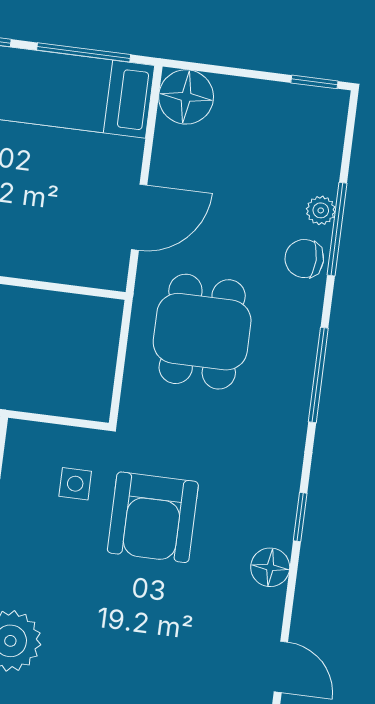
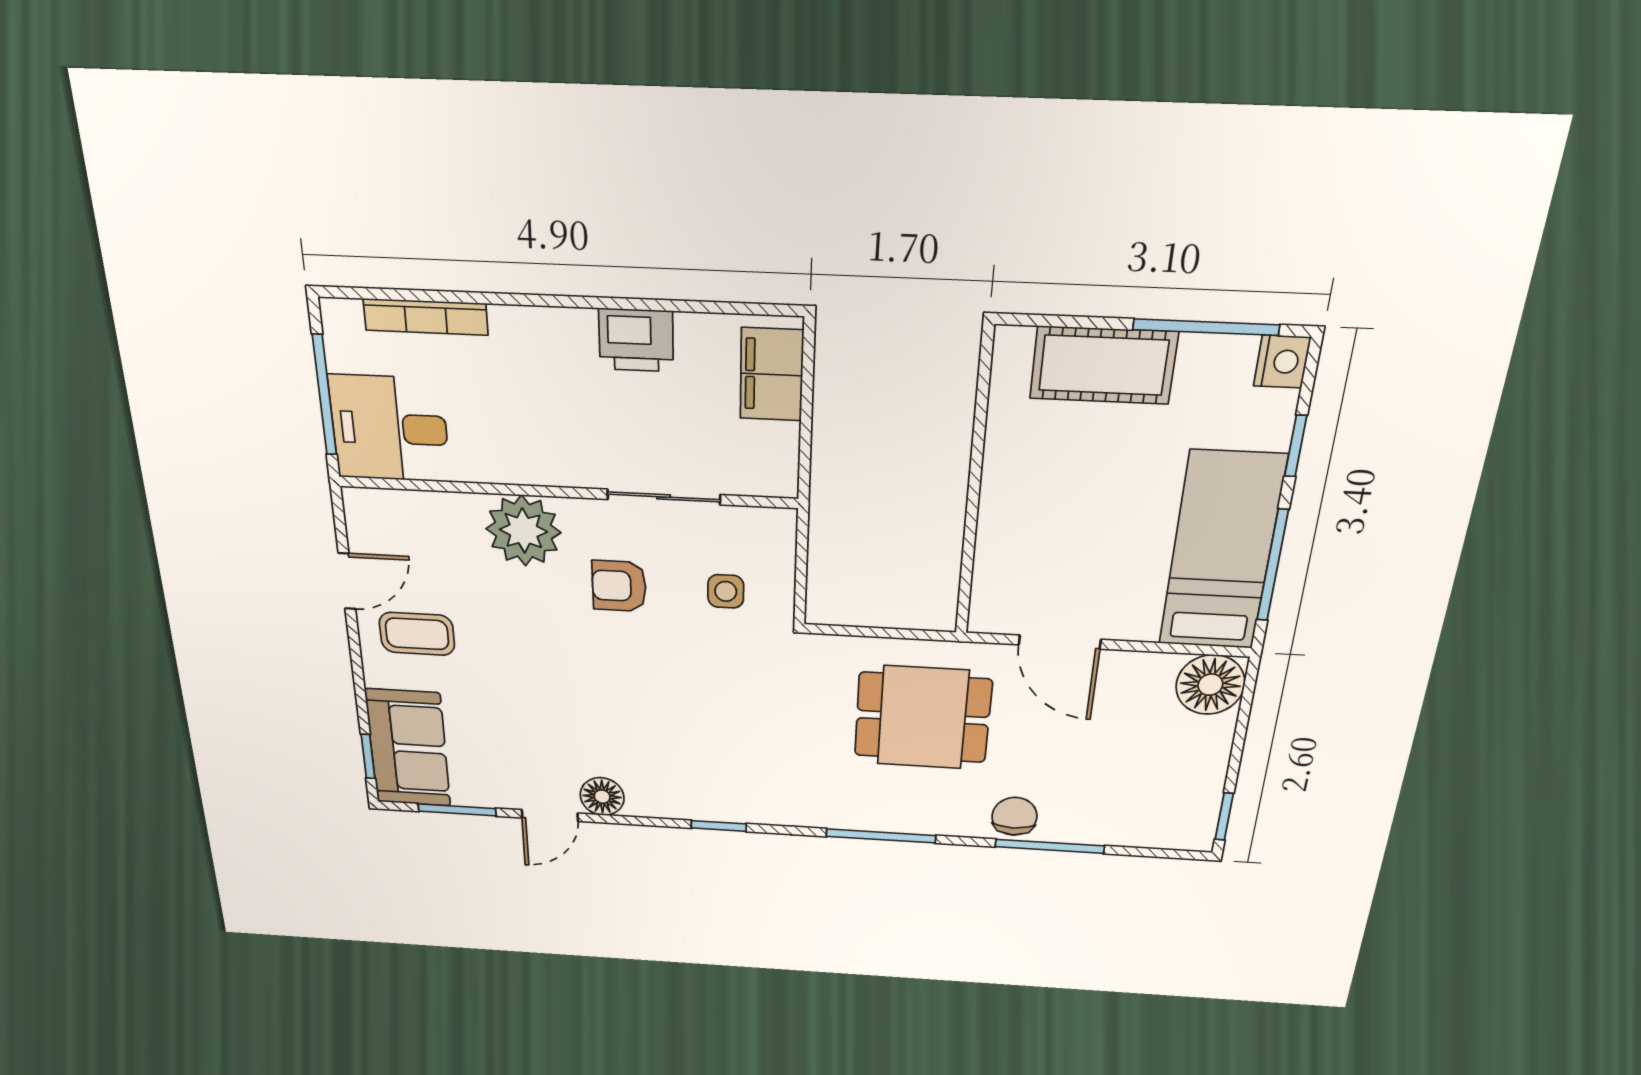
plant: (321, 210) -> (1071, 830), removed
armchair: (153, 517) -> (619, 586), moved, width x0.53, depth x0.53
floor lamp: (270, 567) -> (602, 797), moved

